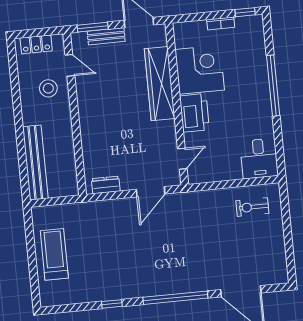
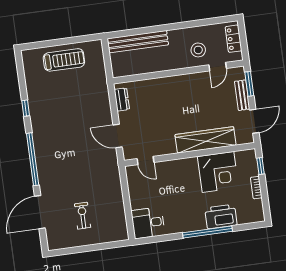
window: (245, 12) -> (260, 166), moved
printer: (194, 113) -> (221, 216), moved, turned 180
exercise bike: (252, 207) -> (83, 216), moved

